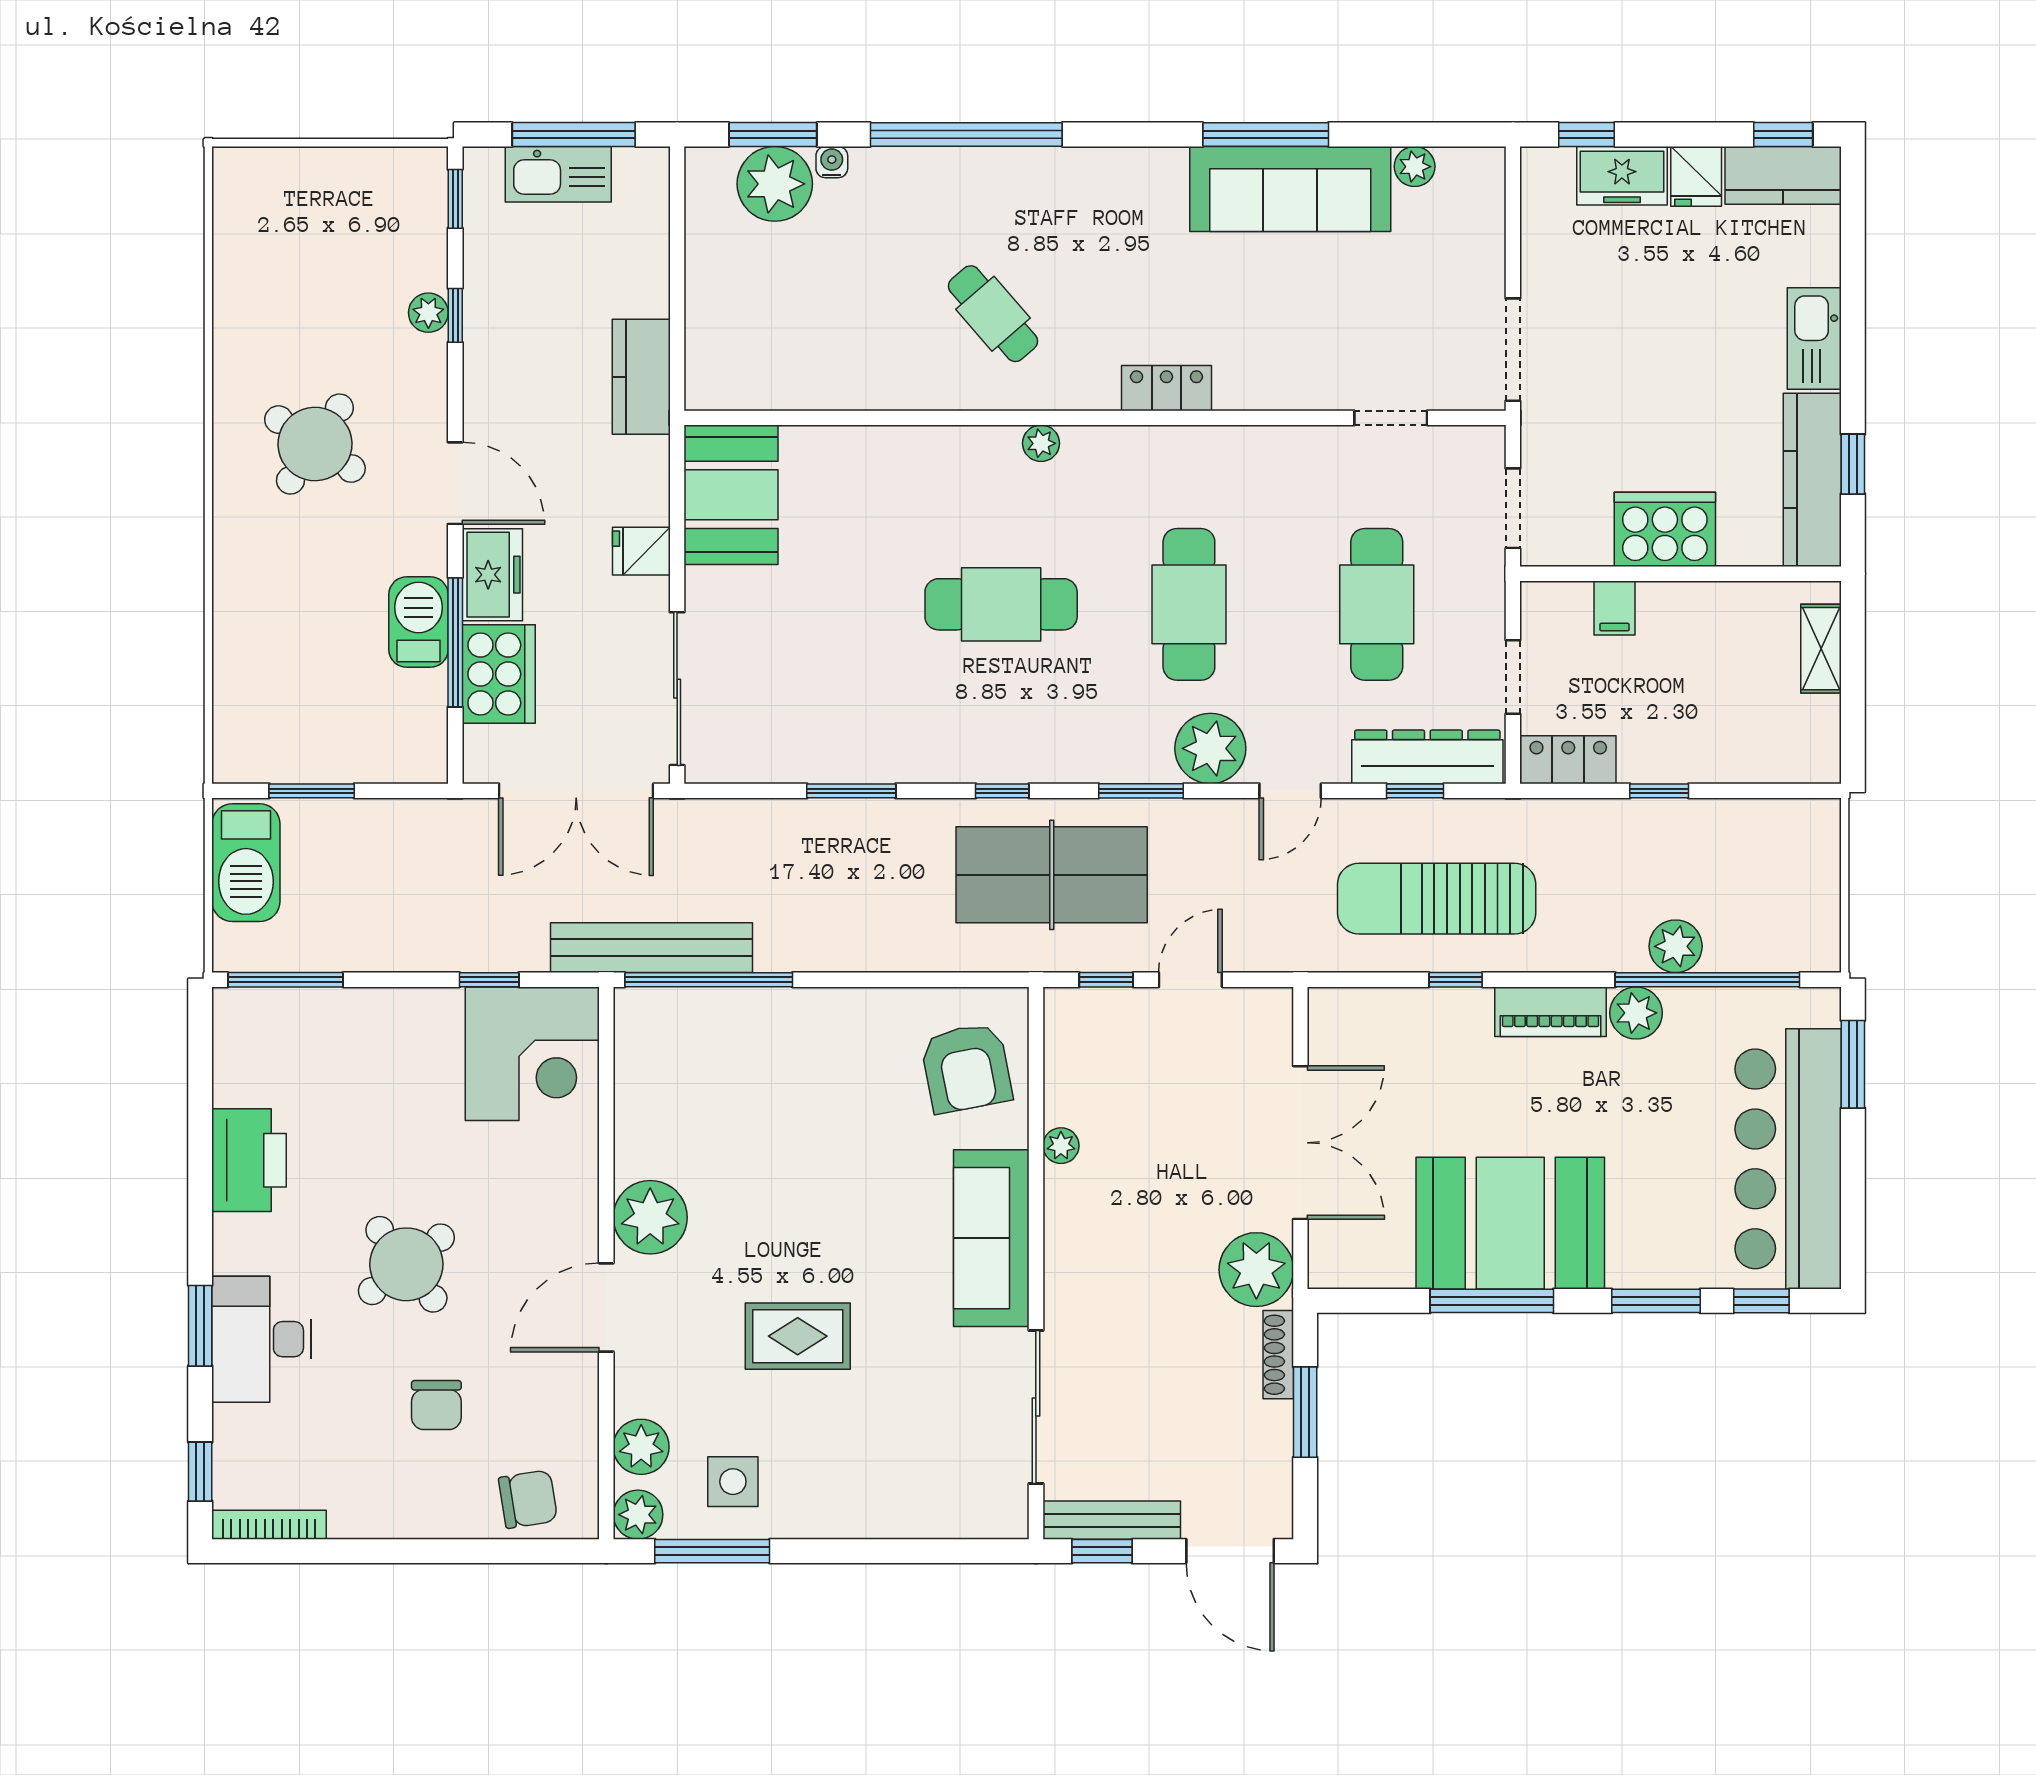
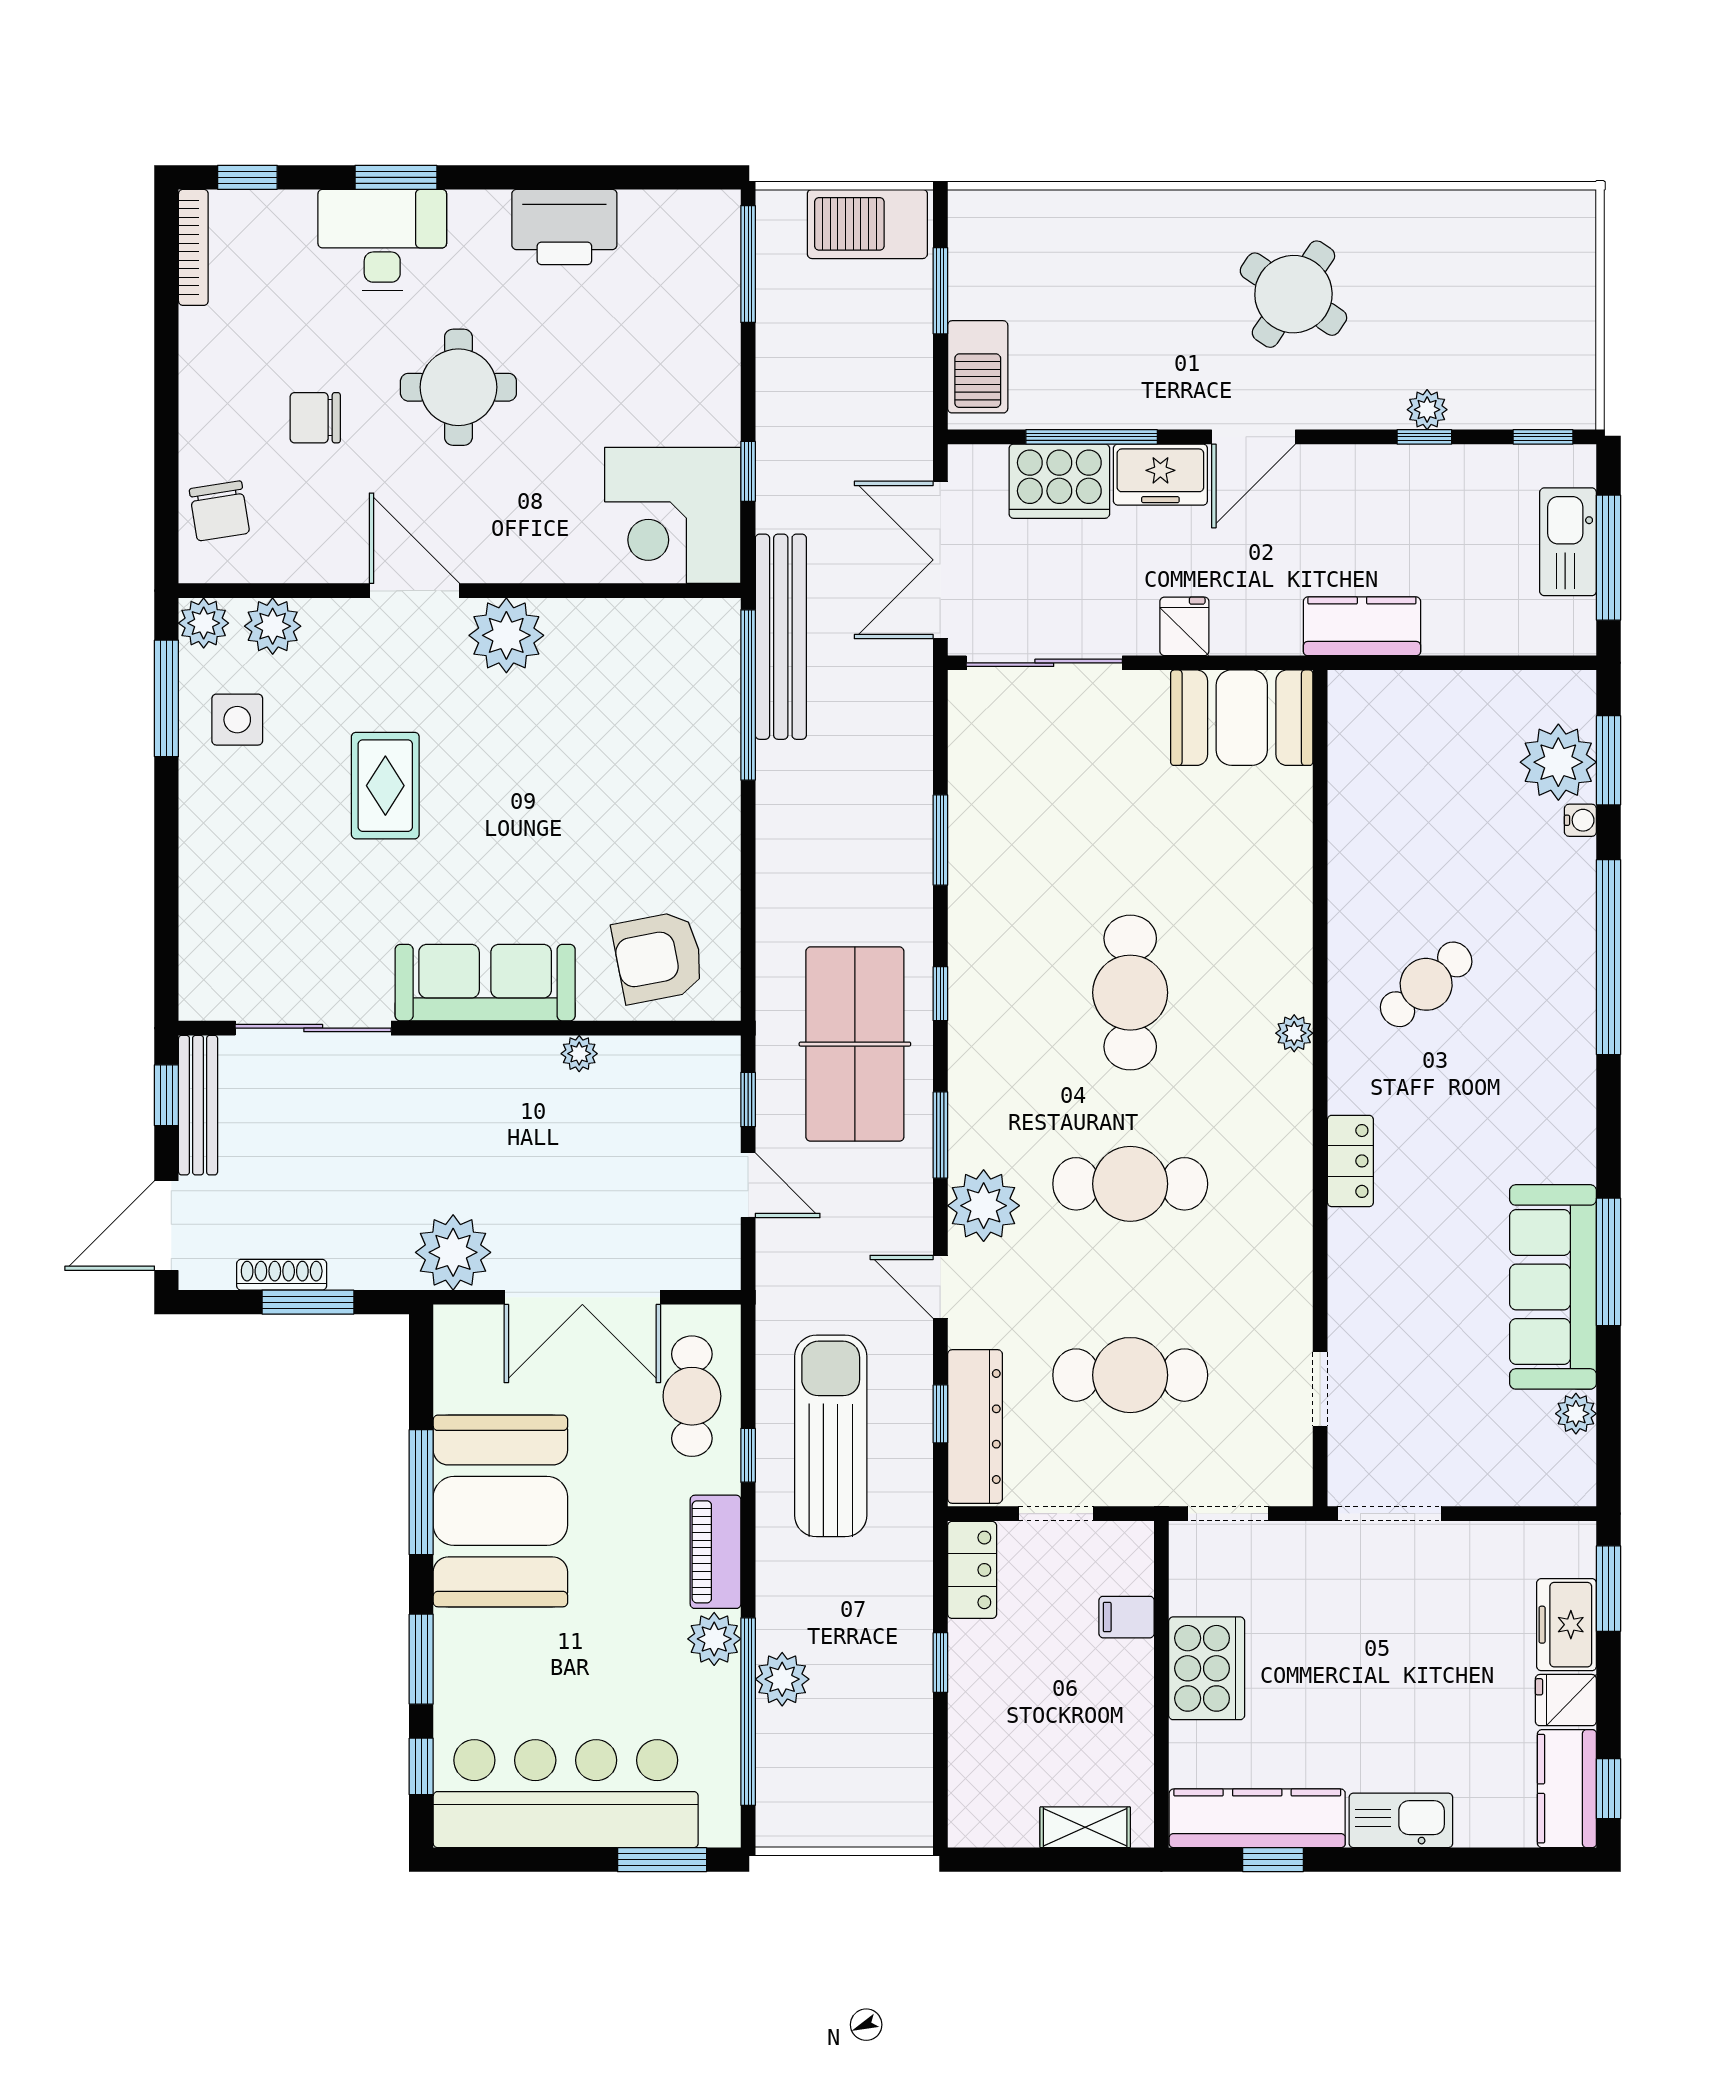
window: (1587, 135) -> (1608, 1589), width x1.50
barbecue: (419, 622) -> (978, 367), moved, turned 90
cafe table: (1398, 1035) -> (692, 1396), added
round table: (406, 1264) -> (458, 387), turned 38
shoe rack: (1278, 1355) -> (282, 1275), moved

